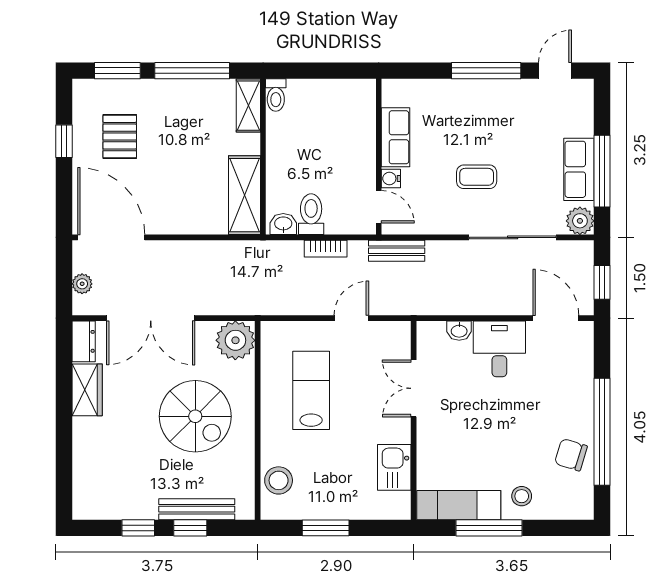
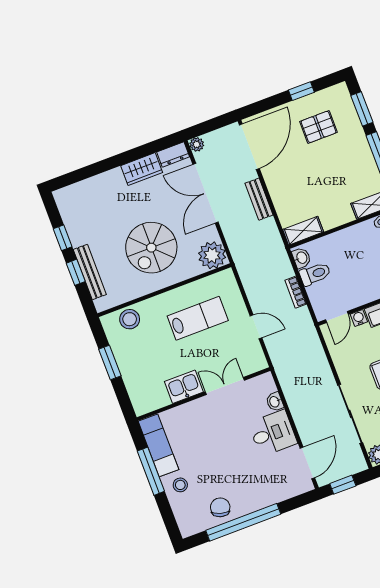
shelving: (245, 195) -> (303, 231), width x0.67, depth x0.75
bench: (397, 251) -> (259, 199), moved
plant: (82, 284) -> (197, 144), moved
kitchen sink: (394, 467) -> (184, 387), moved

